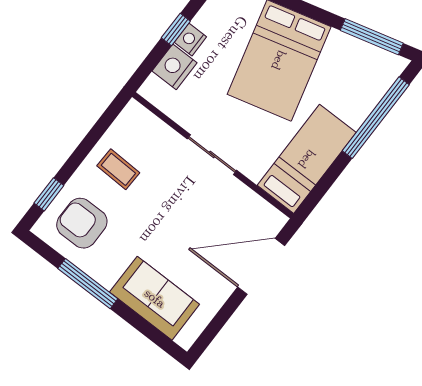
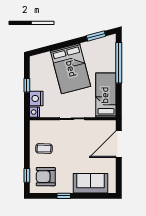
window: (372, 37) -> (96, 36), width x0.69
nightstand: (190, 39) -> (34, 112), moved
window: (88, 284) -> (64, 196), width x0.46

